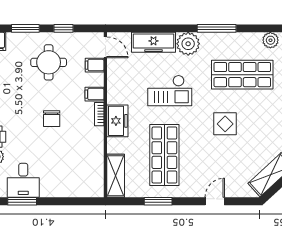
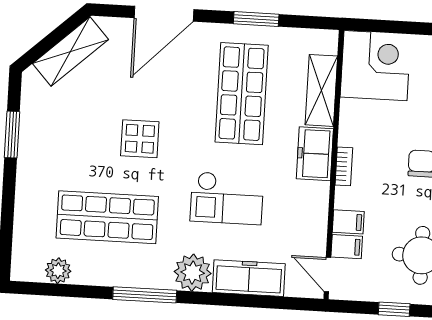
checkout: (170, 91) -> (227, 198), turned 180
filing cabinet: (95, 94) -> (348, 222), moved
shelving: (116, 176) -> (321, 90), moved
corner desk: (83, 177) -> (375, 66), added
door: (215, 201) -> (164, 14), width x1.88

